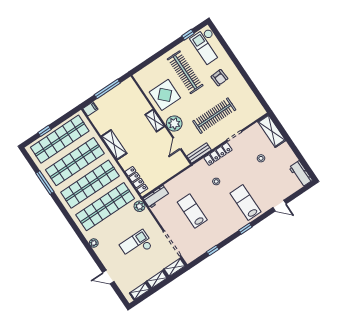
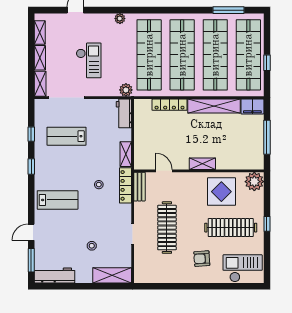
window: (188, 35) -> (267, 224), moved
filing cabinet: (90, 109) -> (252, 107), width x2.00
plant: (174, 123) -> (254, 182), moved
window: (45, 131) -> (267, 63), moved
shelving: (114, 145) -> (214, 106), width x1.47
locker: (218, 154) -> (126, 185), moved
workbench: (301, 174) -> (55, 275), width x1.38
shelving: (183, 177) -> (126, 154), added
locker: (136, 180) -> (170, 105), moved
window: (45, 183) -> (229, 10), moved
window: (298, 193) -> (31, 260), added
lab bench: (192, 211) -> (67, 136), moved, turned 180
window: (245, 229) -> (31, 166), moved

